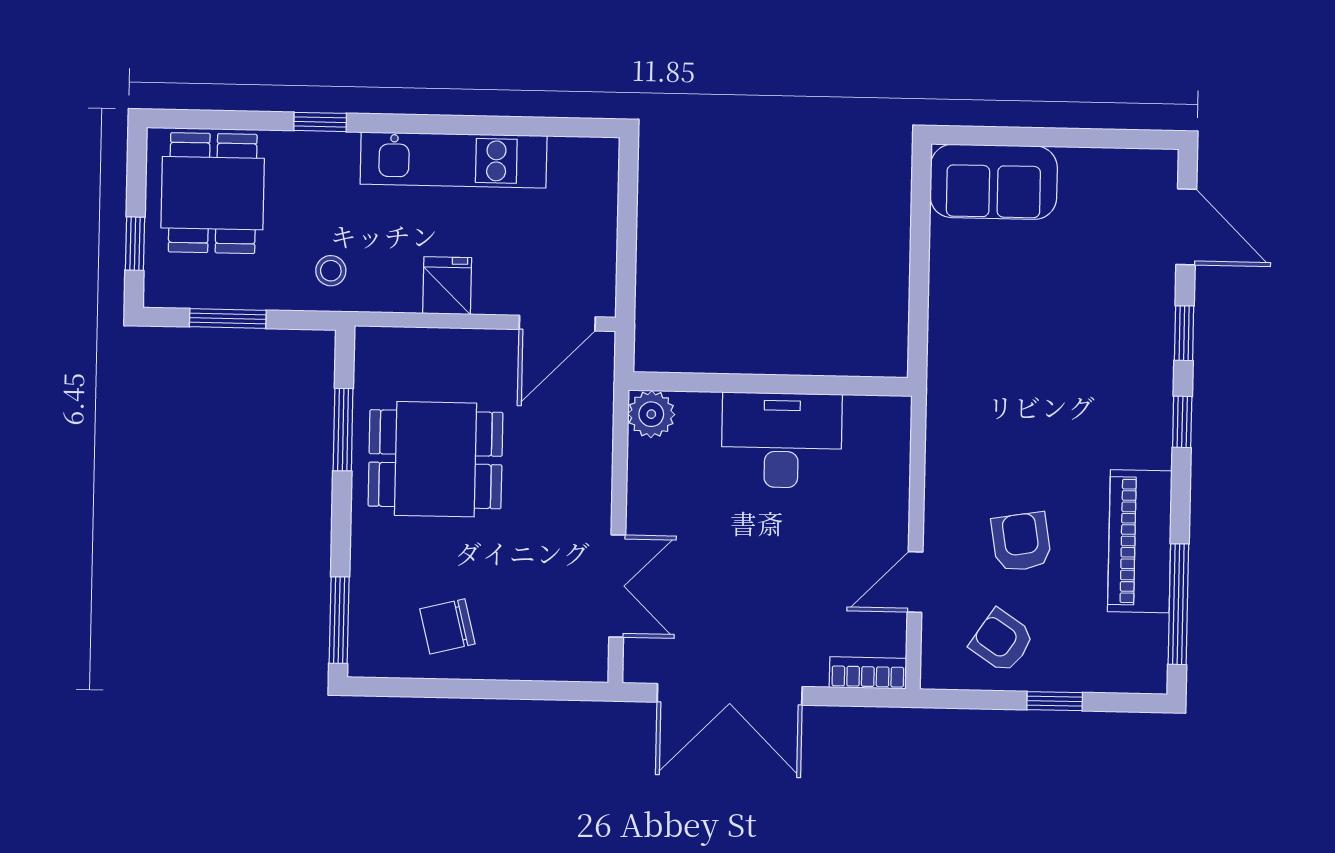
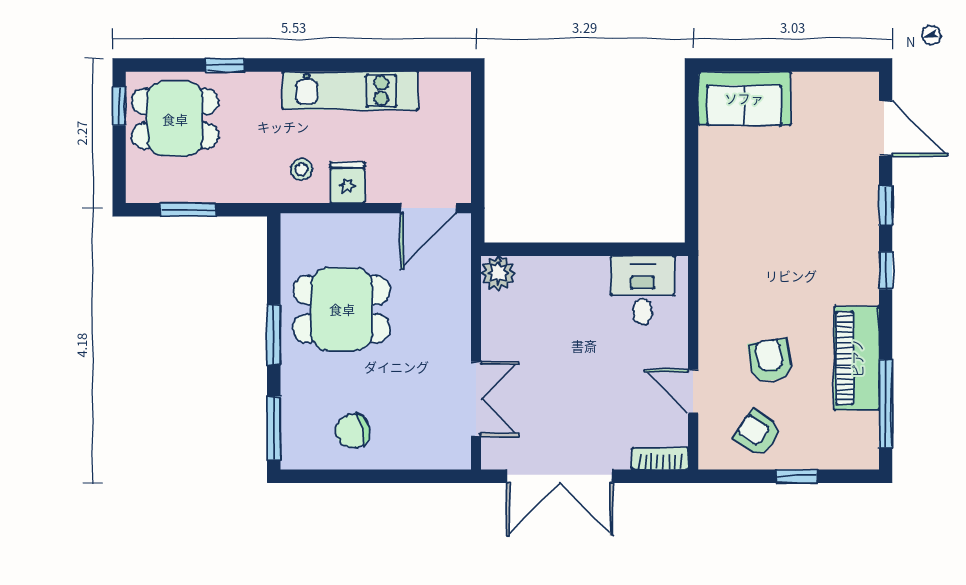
window: (320, 122) -> (225, 65), moved
dining table: (213, 193) -> (175, 119), turned 90
window: (135, 244) -> (119, 106), moved
stool: (331, 271) -> (302, 169), moved
window: (343, 430) -> (274, 335), moved
desk: (782, 440) -> (642, 290), moved, width x0.73
door: (915, 582) -> (693, 391), hinge flipped

